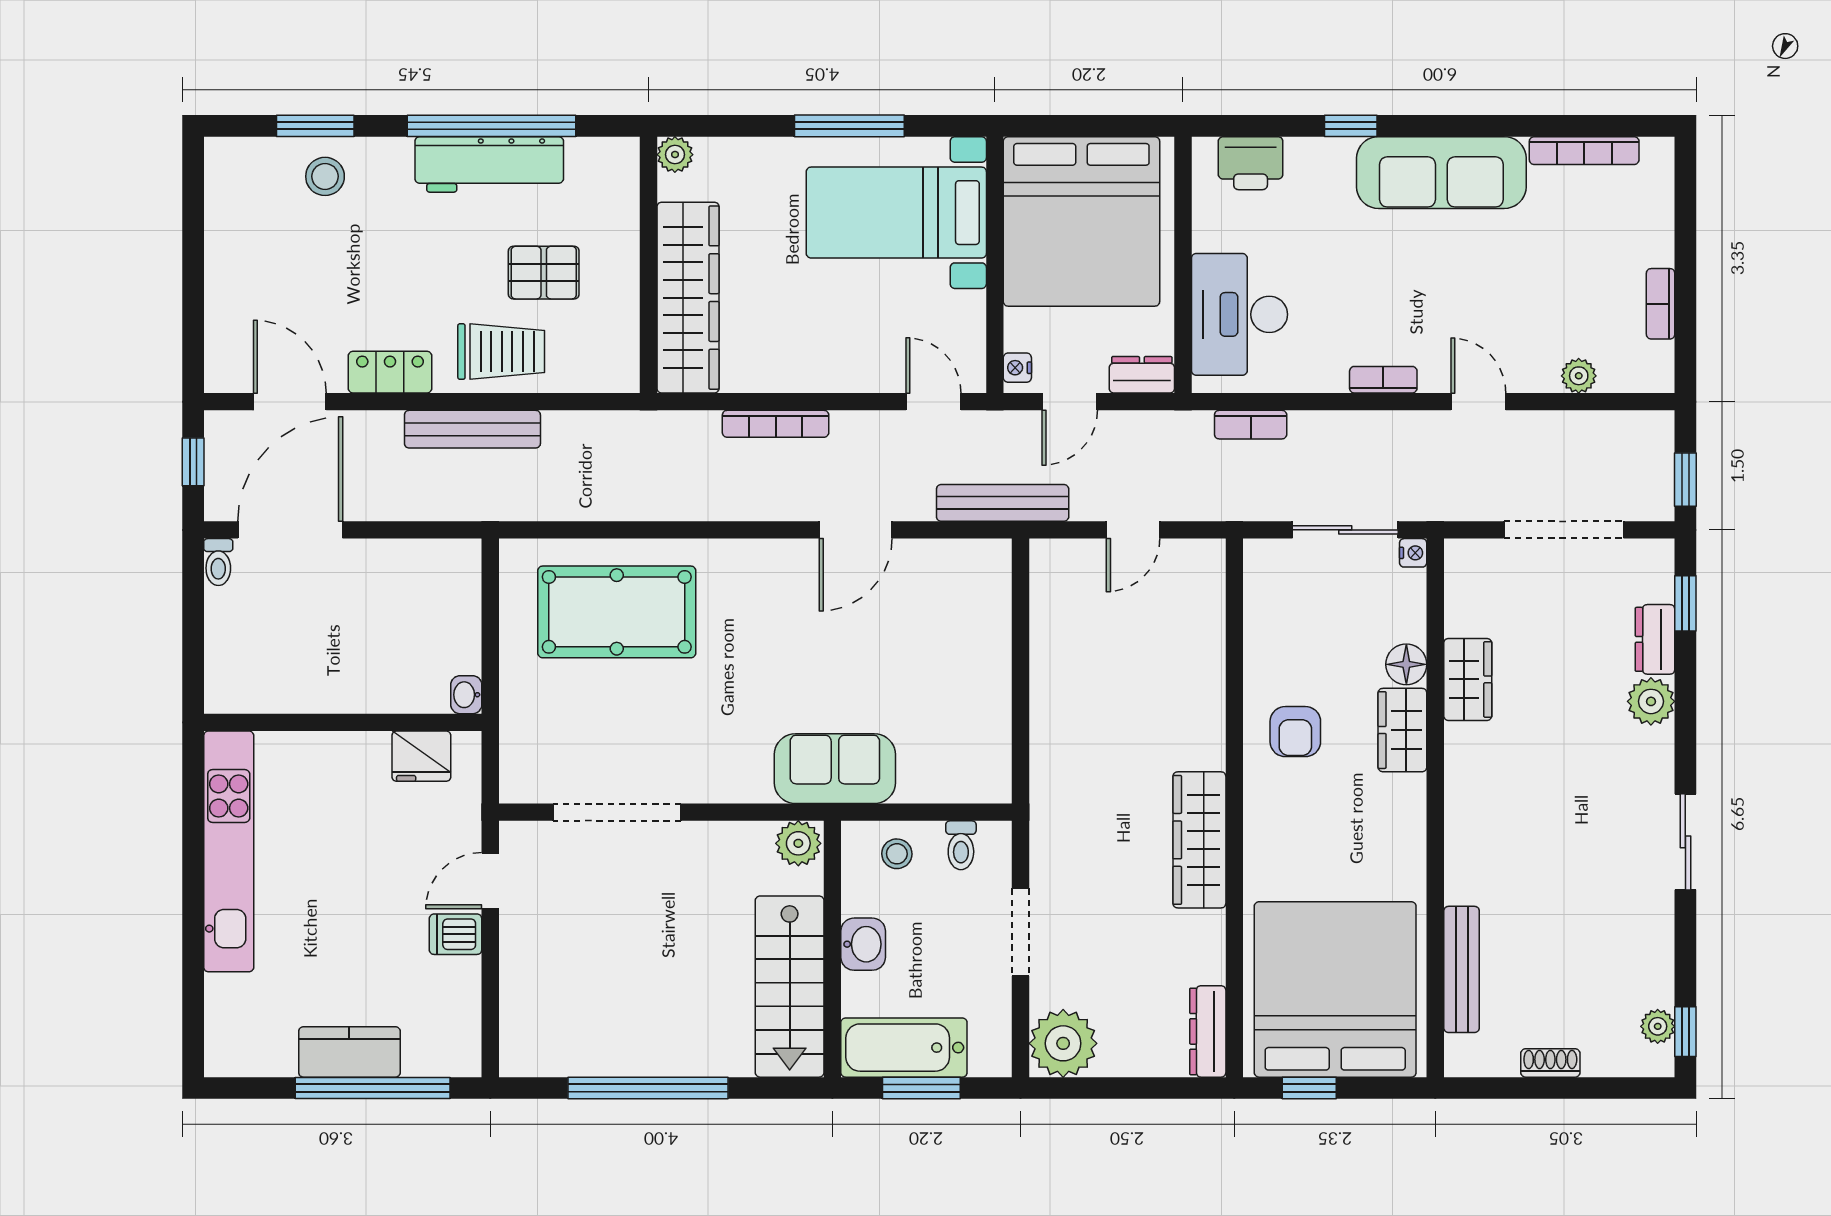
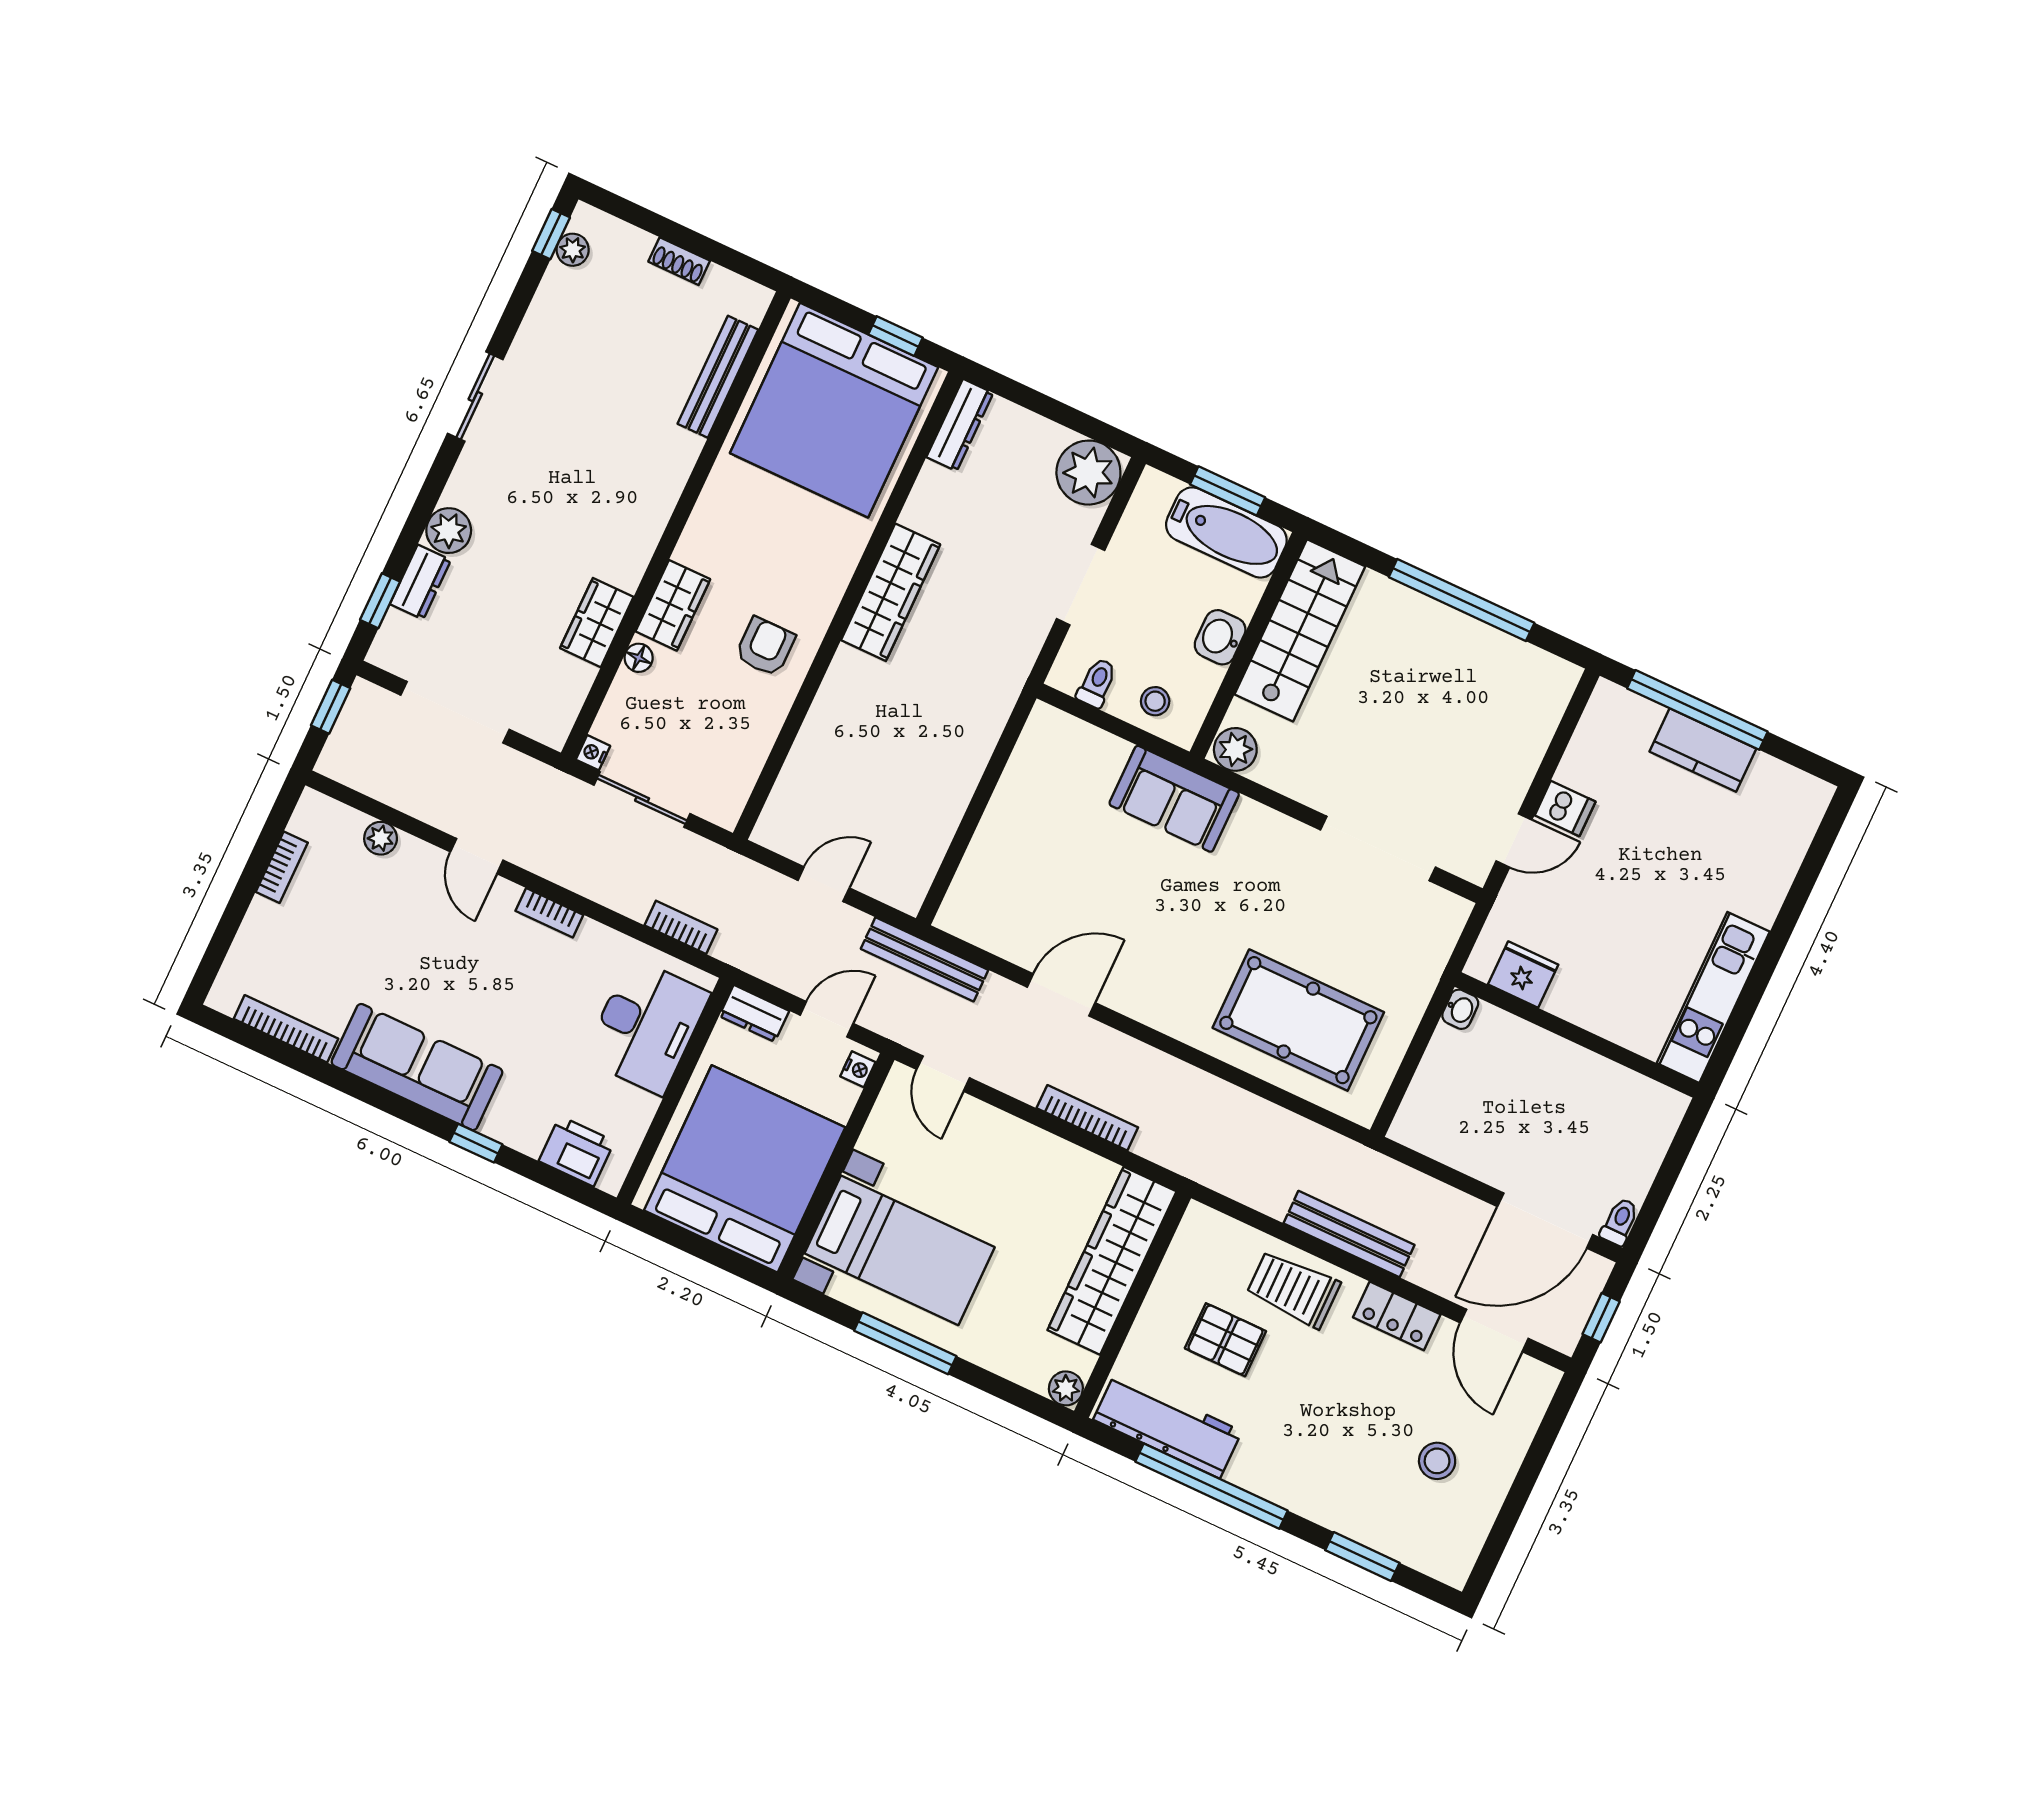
workbench: (489, 164) -> (1168, 1425), moved
stool: (325, 176) -> (1437, 1461), moved
floor lamp: (1406, 664) -> (639, 658), width x0.73, depth x0.73
kitchen unit: (229, 851) -> (1713, 997), width x0.73

